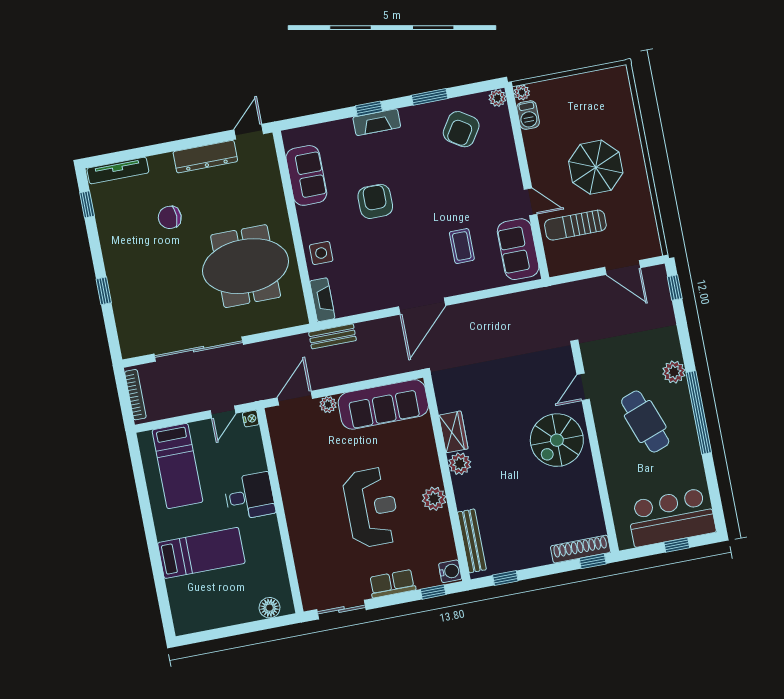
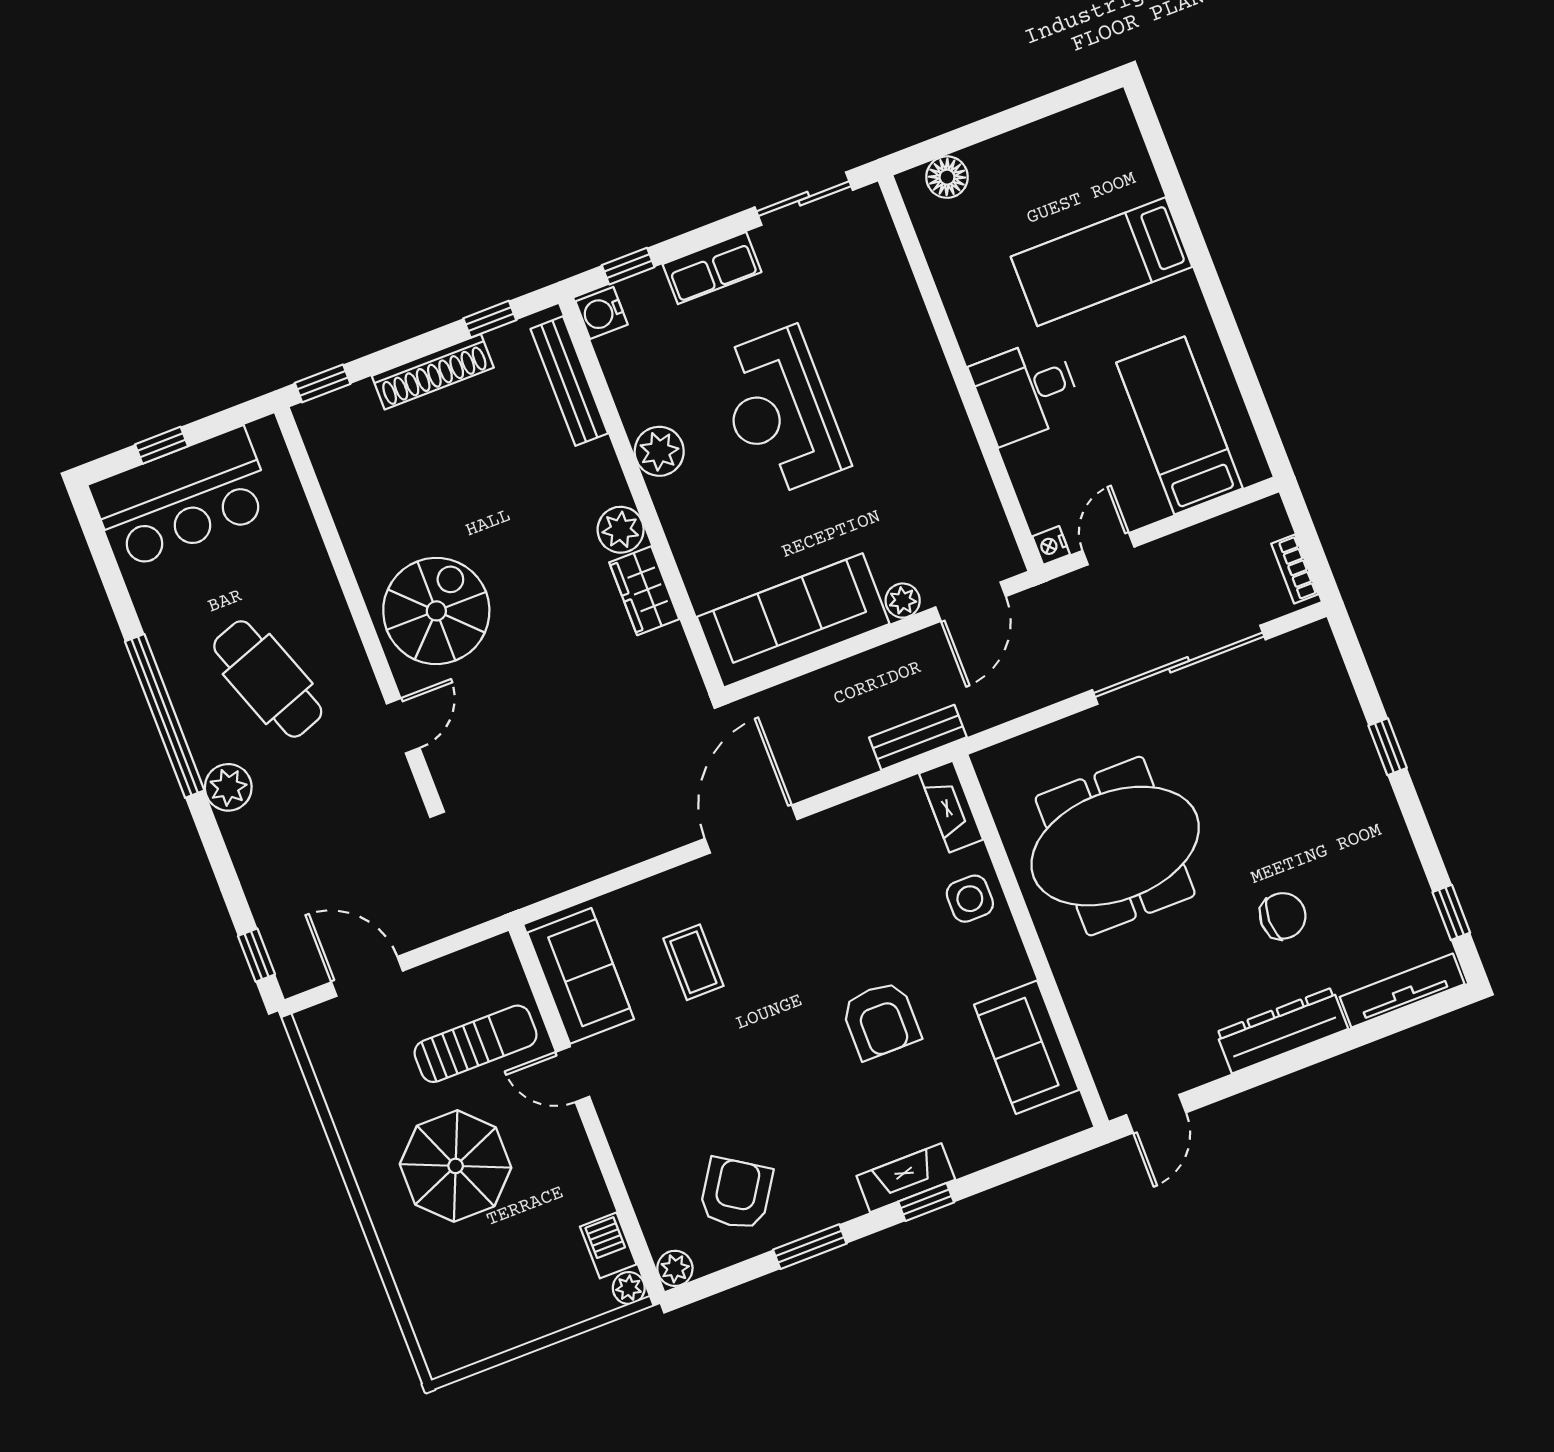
dresser: (205, 157) -> (1282, 1030), moved
bookcase: (135, 395) -> (1295, 569), width x0.64
shoe rack: (580, 549) -> (433, 372), moved

